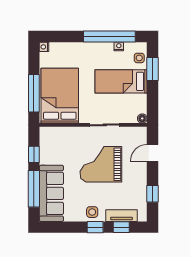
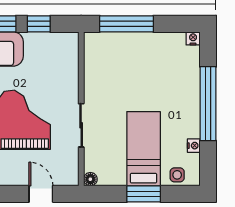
window: (109, 36) -> (208, 104), moved
window: (152, 69) -> (144, 194), moved
bed: (60, 96) -> (123, 61), removed

